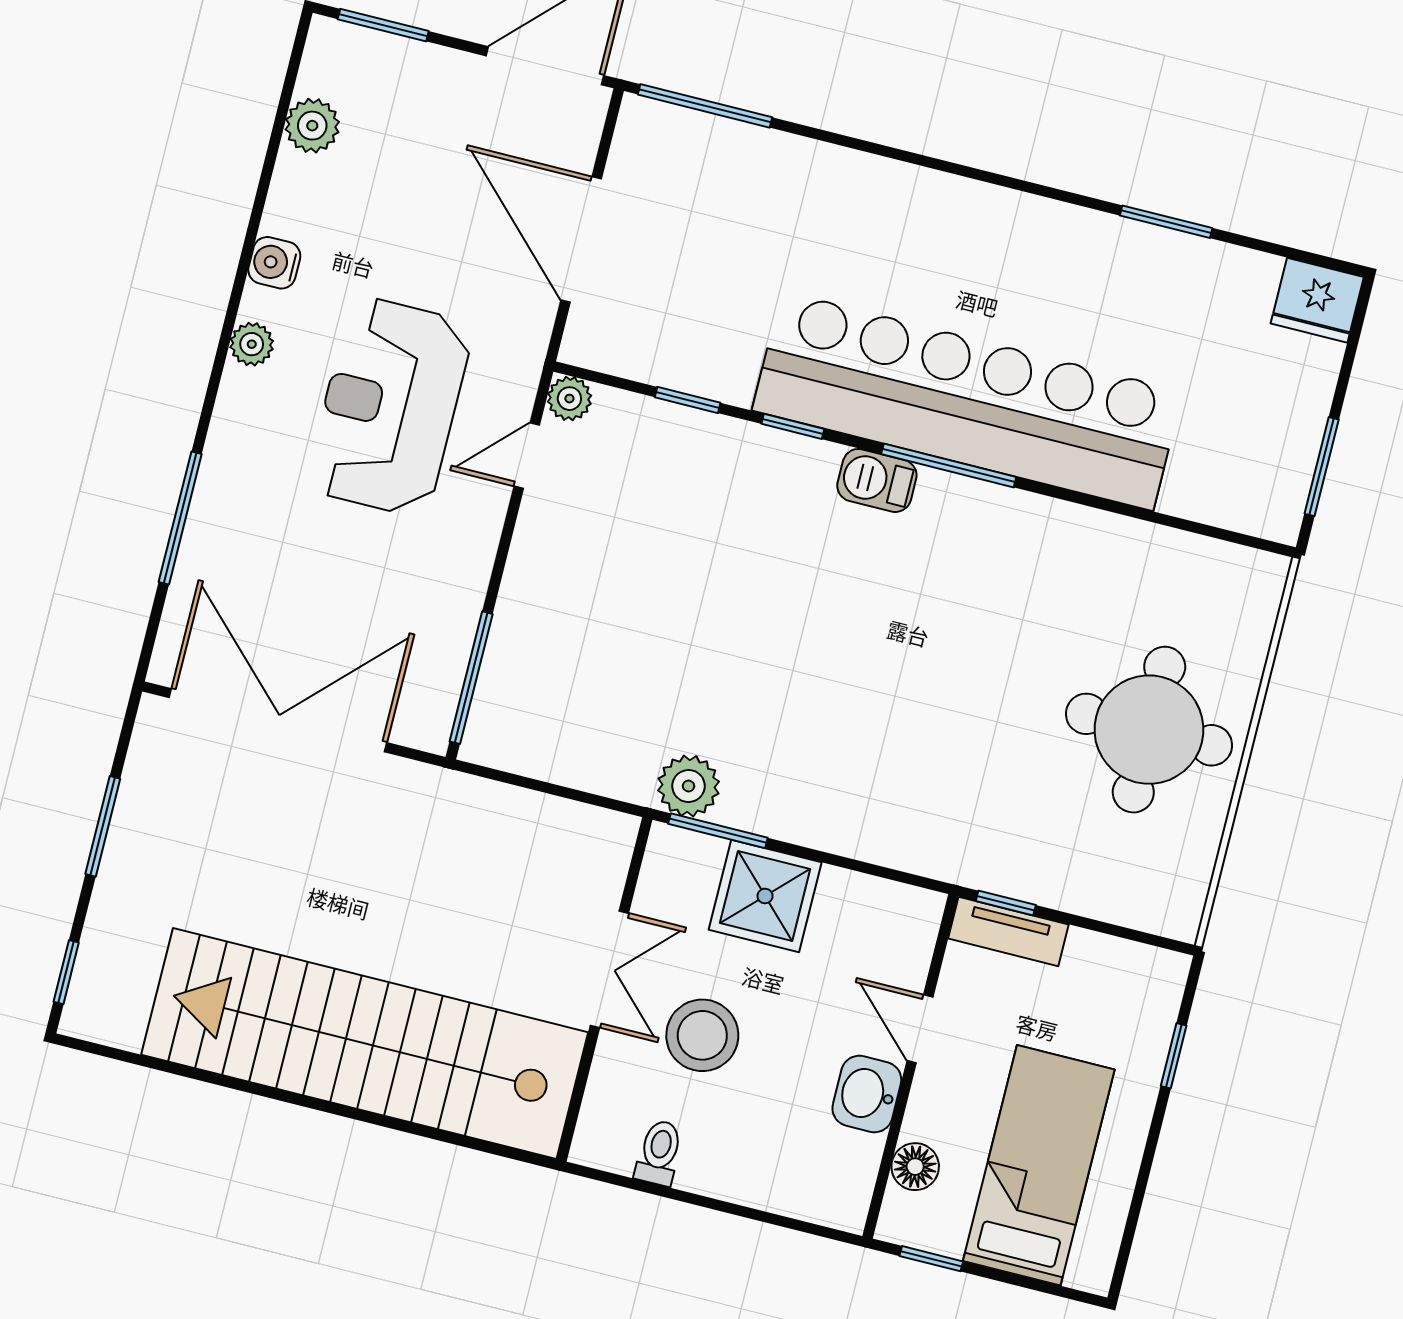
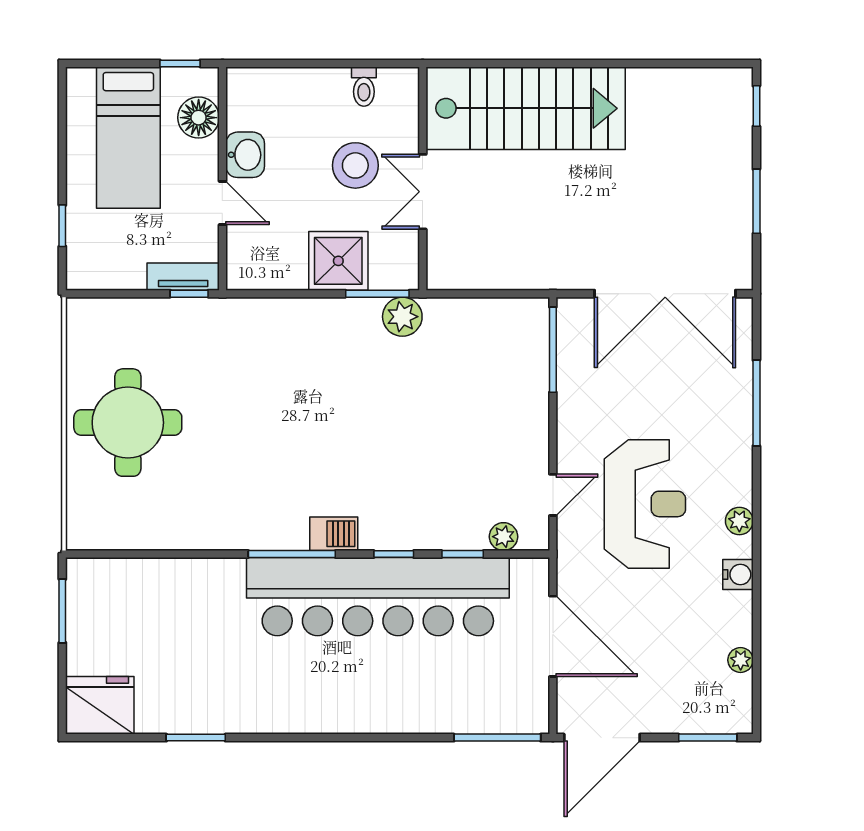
plant: (312, 126) -> (741, 660), width x0.73, depth x0.73
fridge: (1317, 300) -> (100, 705), width x1.36, depth x1.34
plant: (569, 399) -> (503, 537), moved
bar counter: (967, 401) -> (378, 597), moved
stairs: (365, 1044) -> (526, 108), width x0.73
floor lamp: (915, 1167) -> (199, 118), width x1.38, depth x1.38

